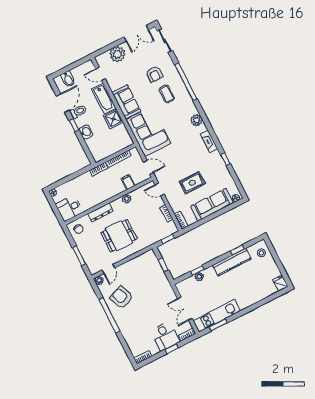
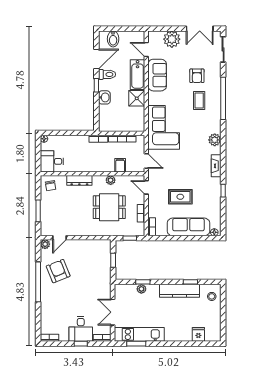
sofa: (126, 102) -> (157, 75), moved
dining table: (119, 236) -> (109, 207), moved
fridge: (280, 283) -> (198, 334), moved

